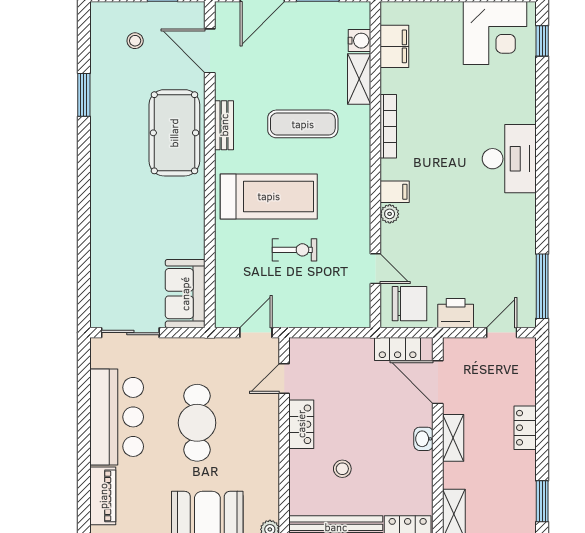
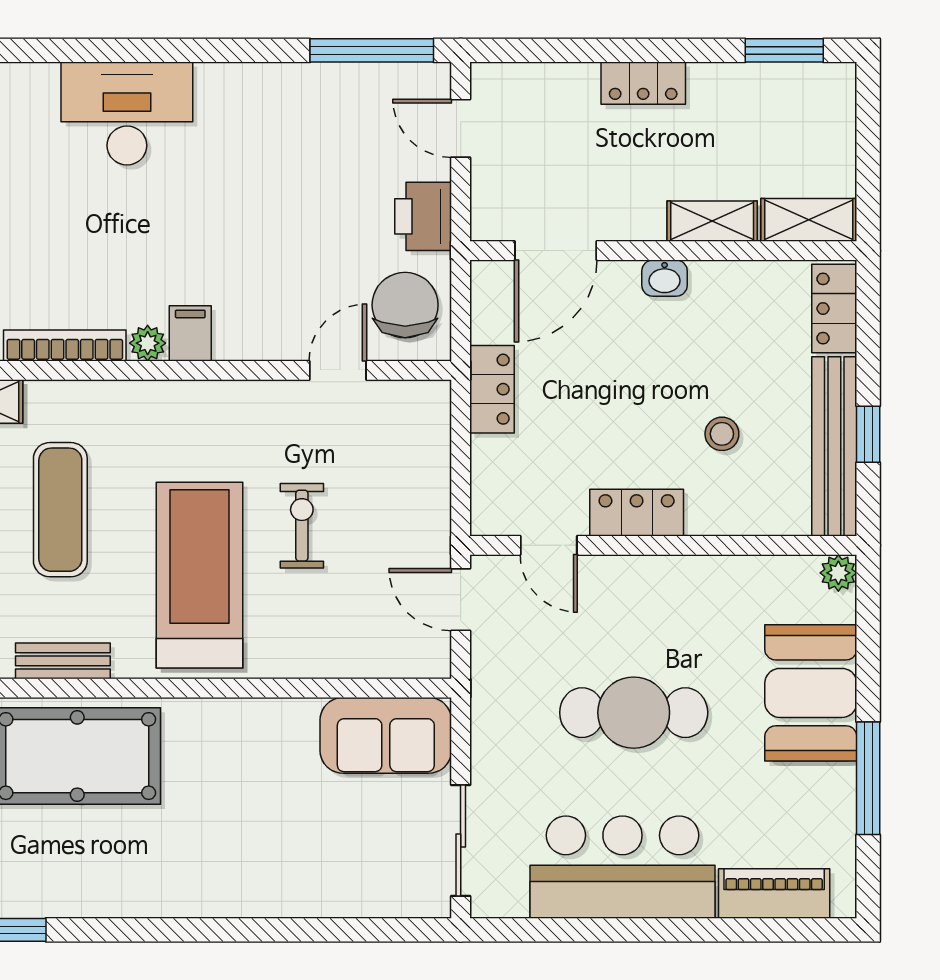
plant: (390, 214) -> (148, 343), moved
locker: (398, 349) -> (492, 389), moved
shelving: (453, 438) -> (712, 221), moved

